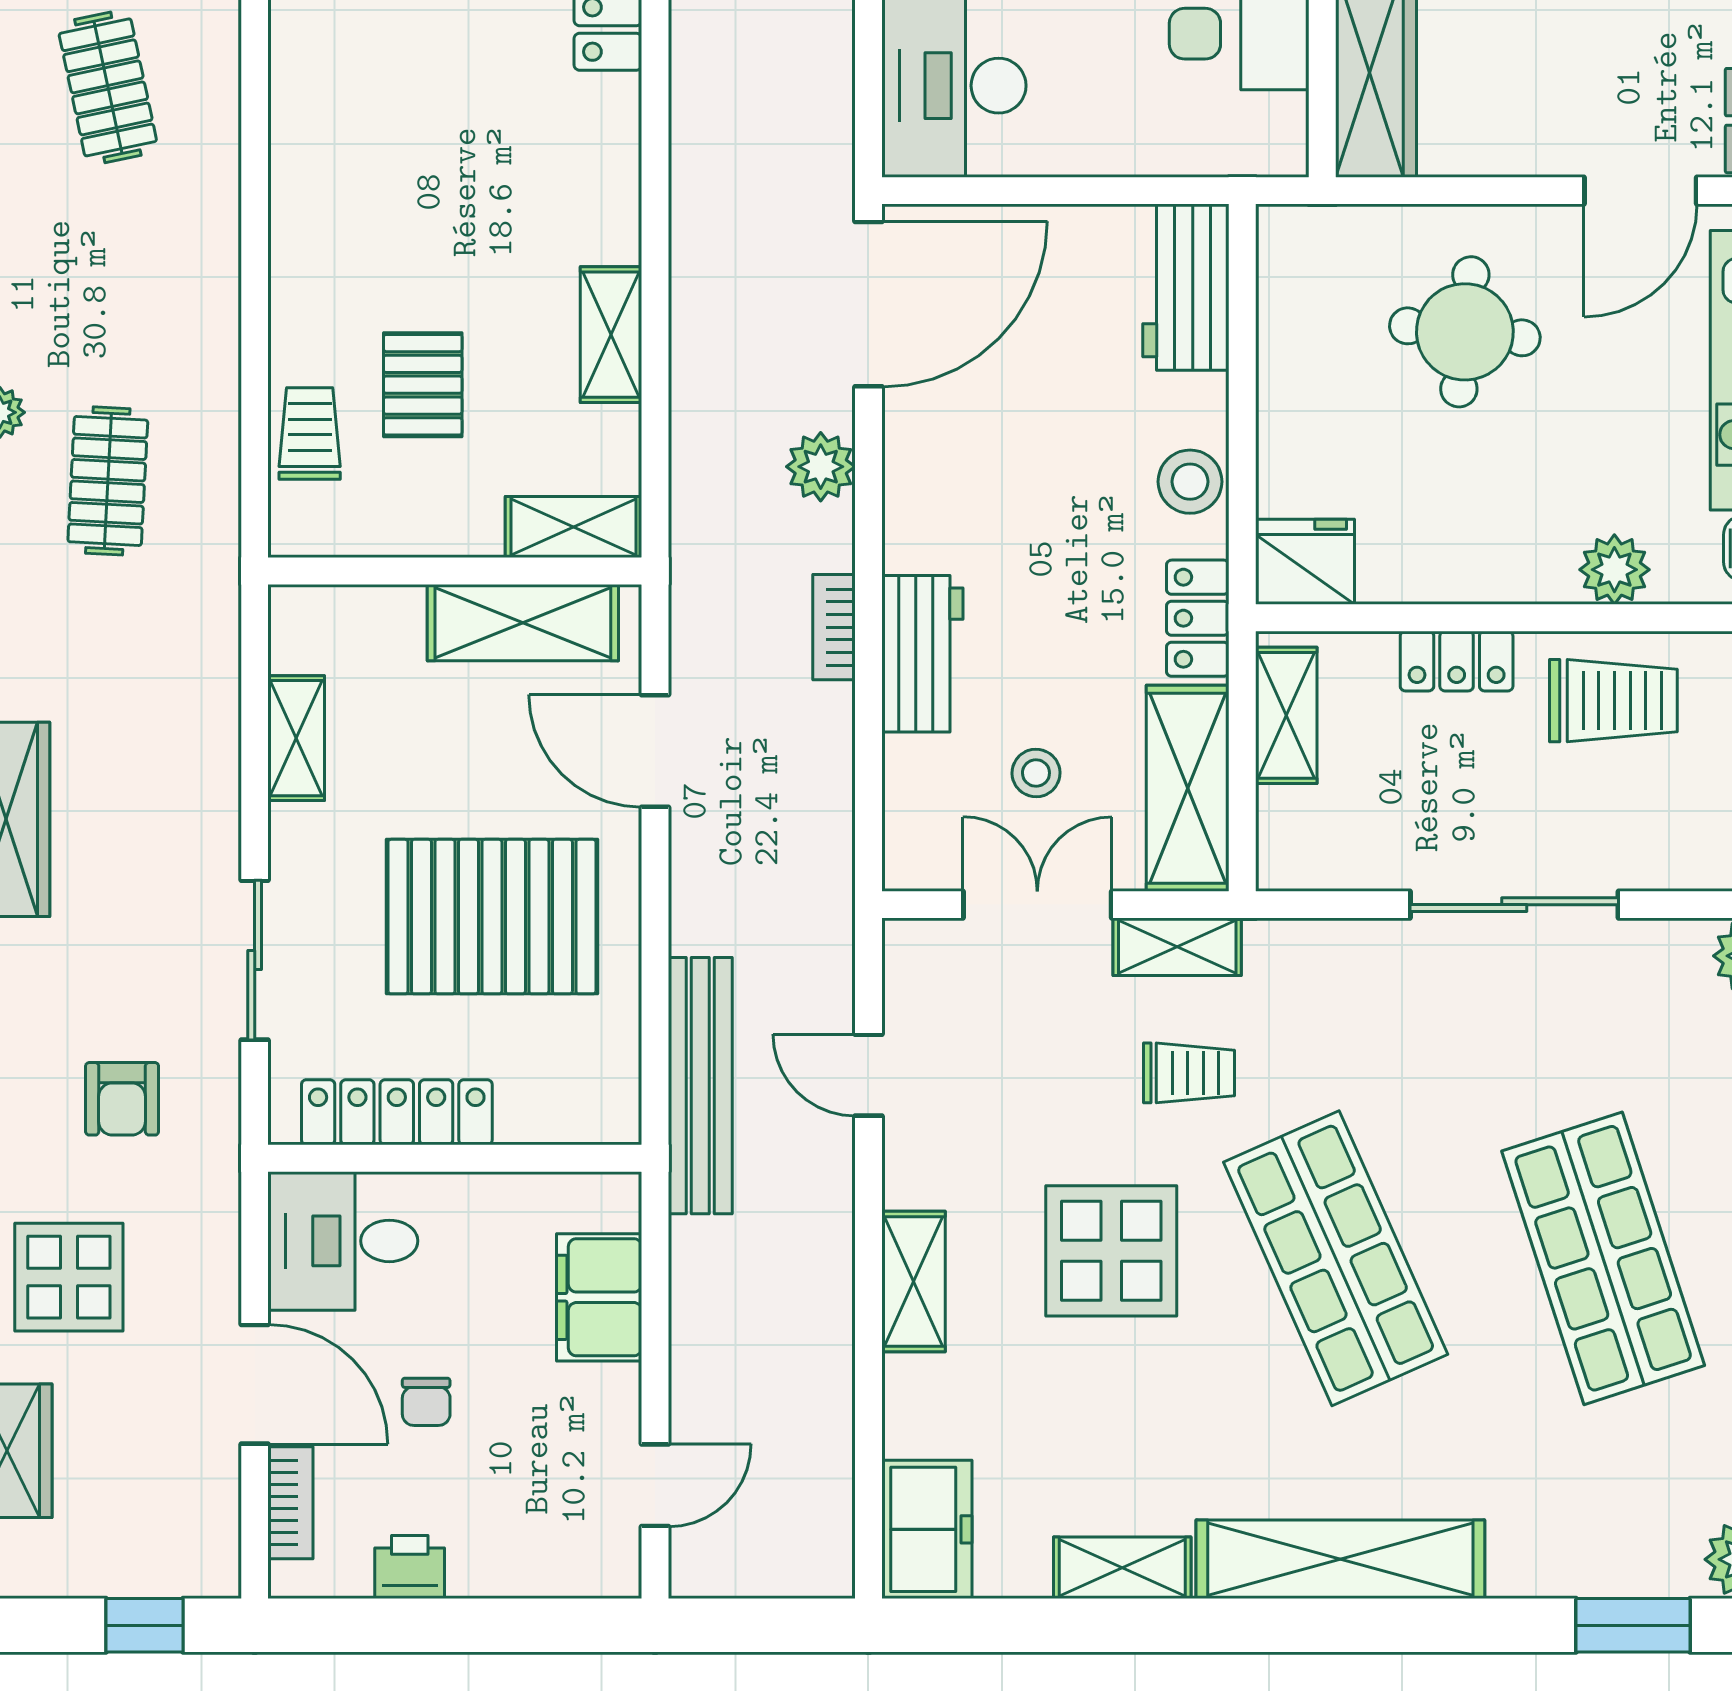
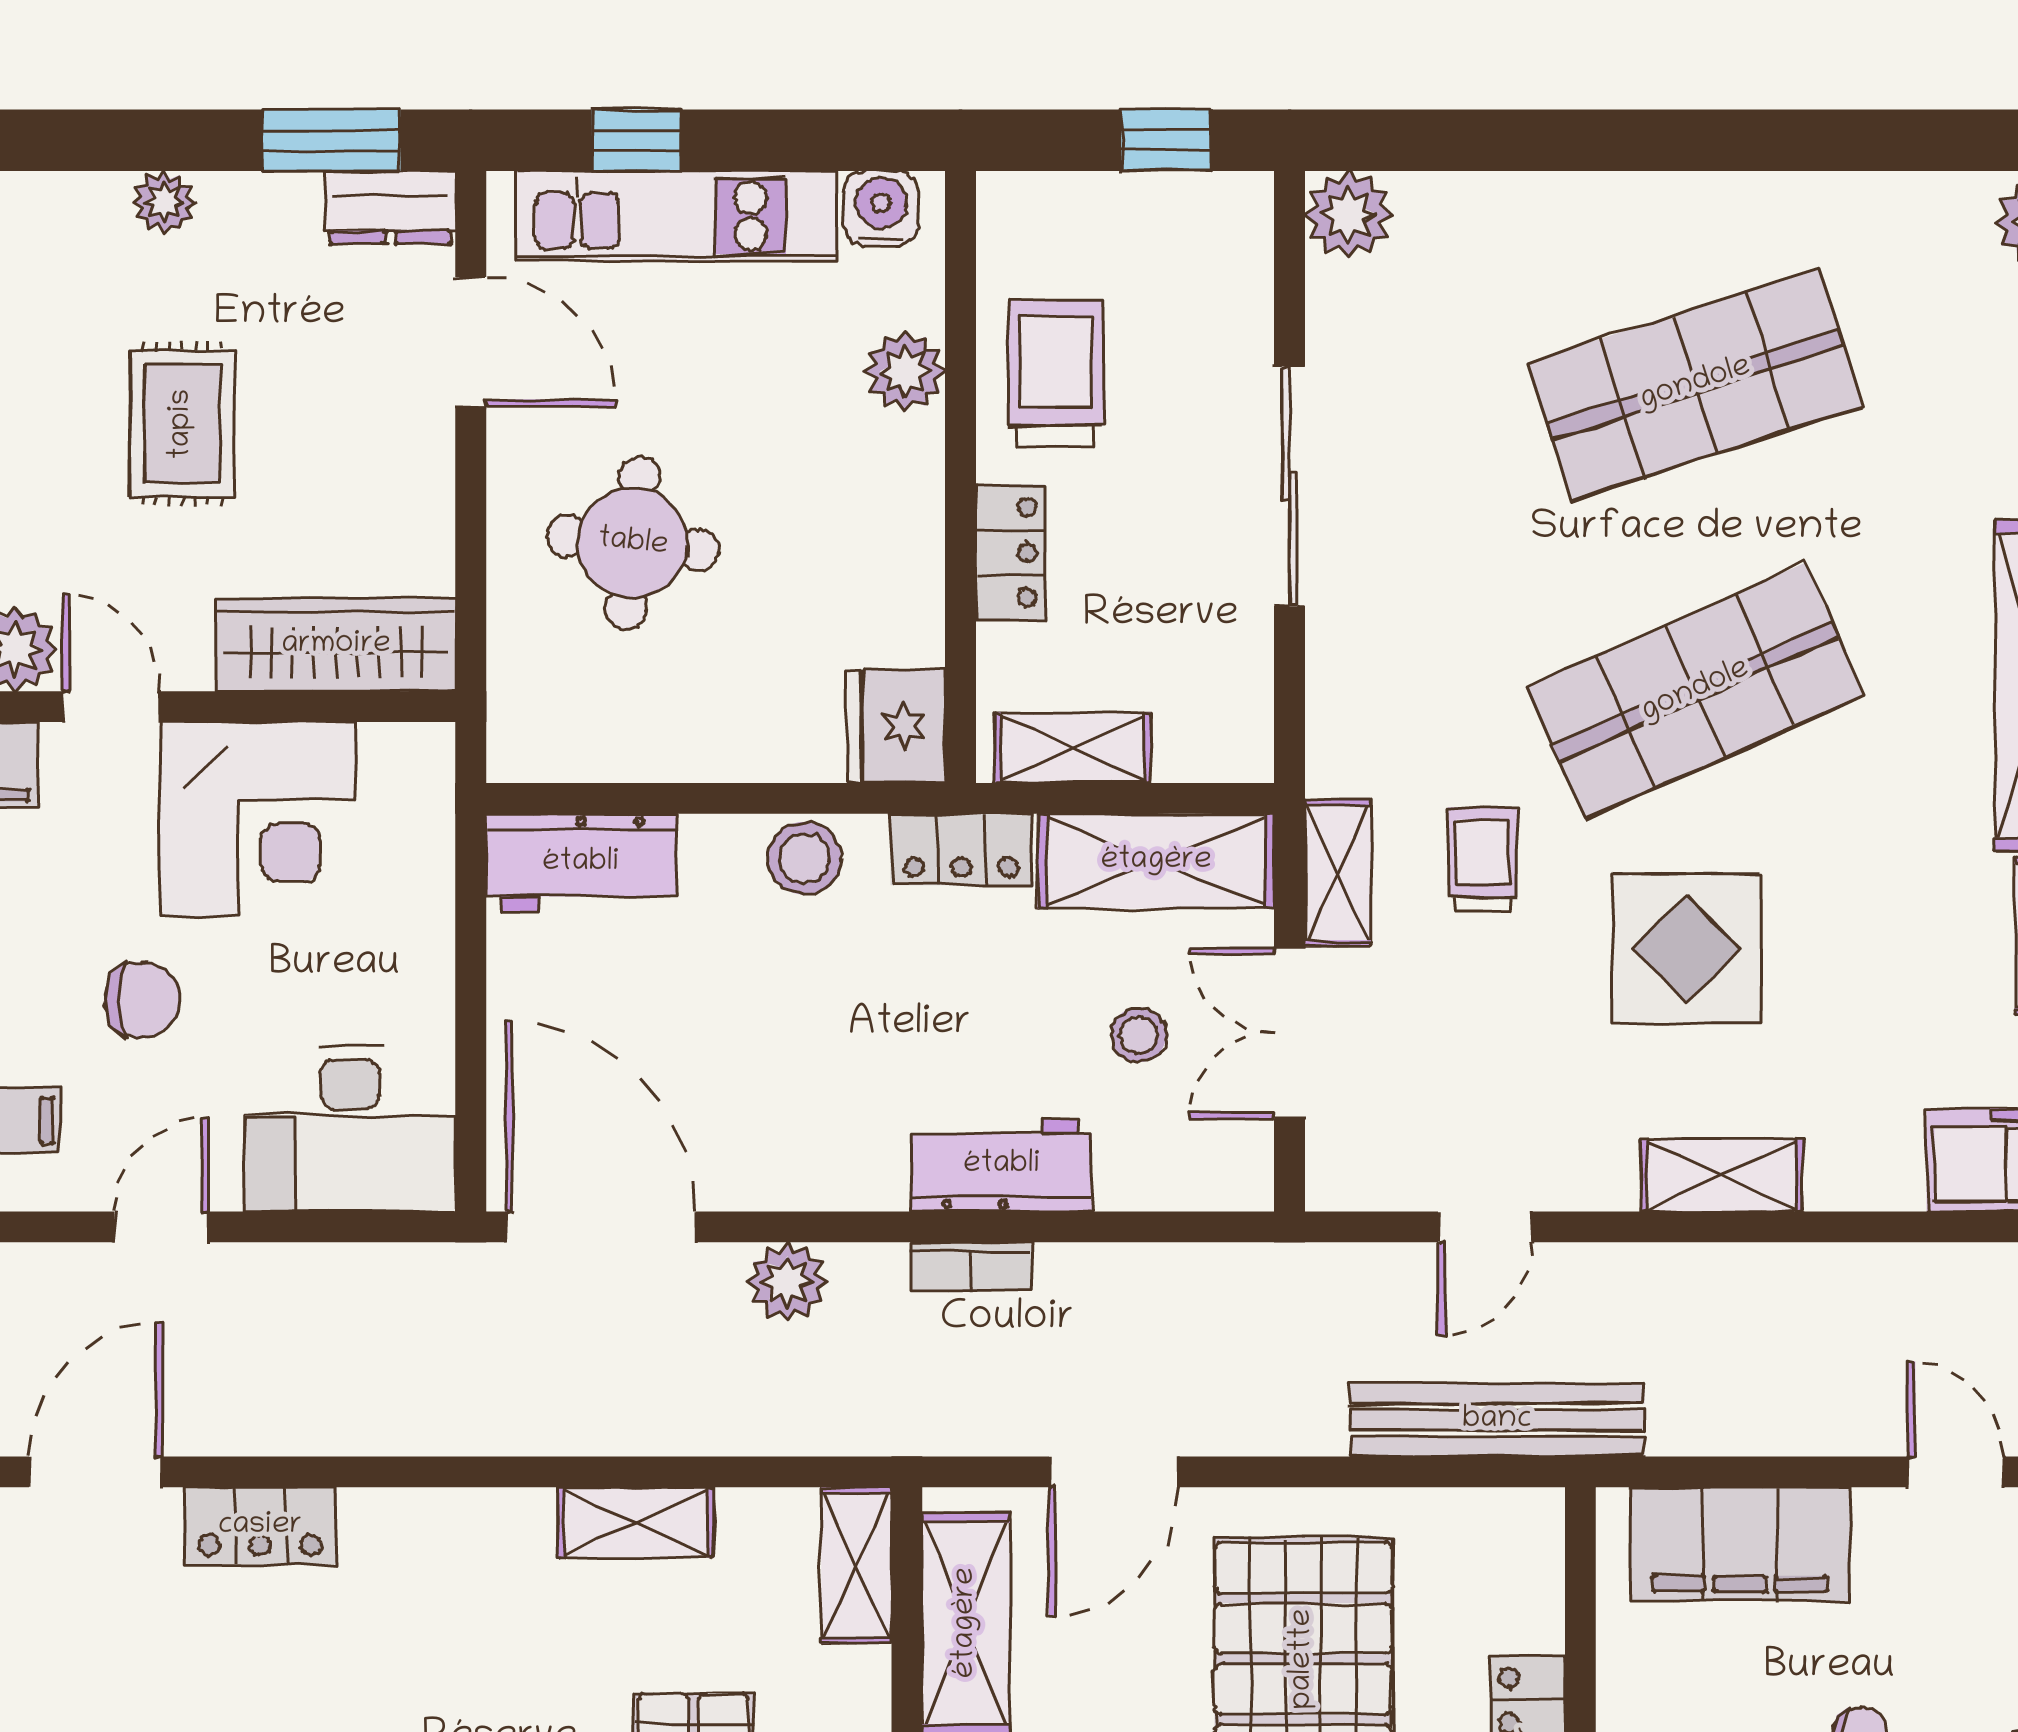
filing cabinet: (599, 1297) -> (1740, 1544), width x1.50, depth x1.17

